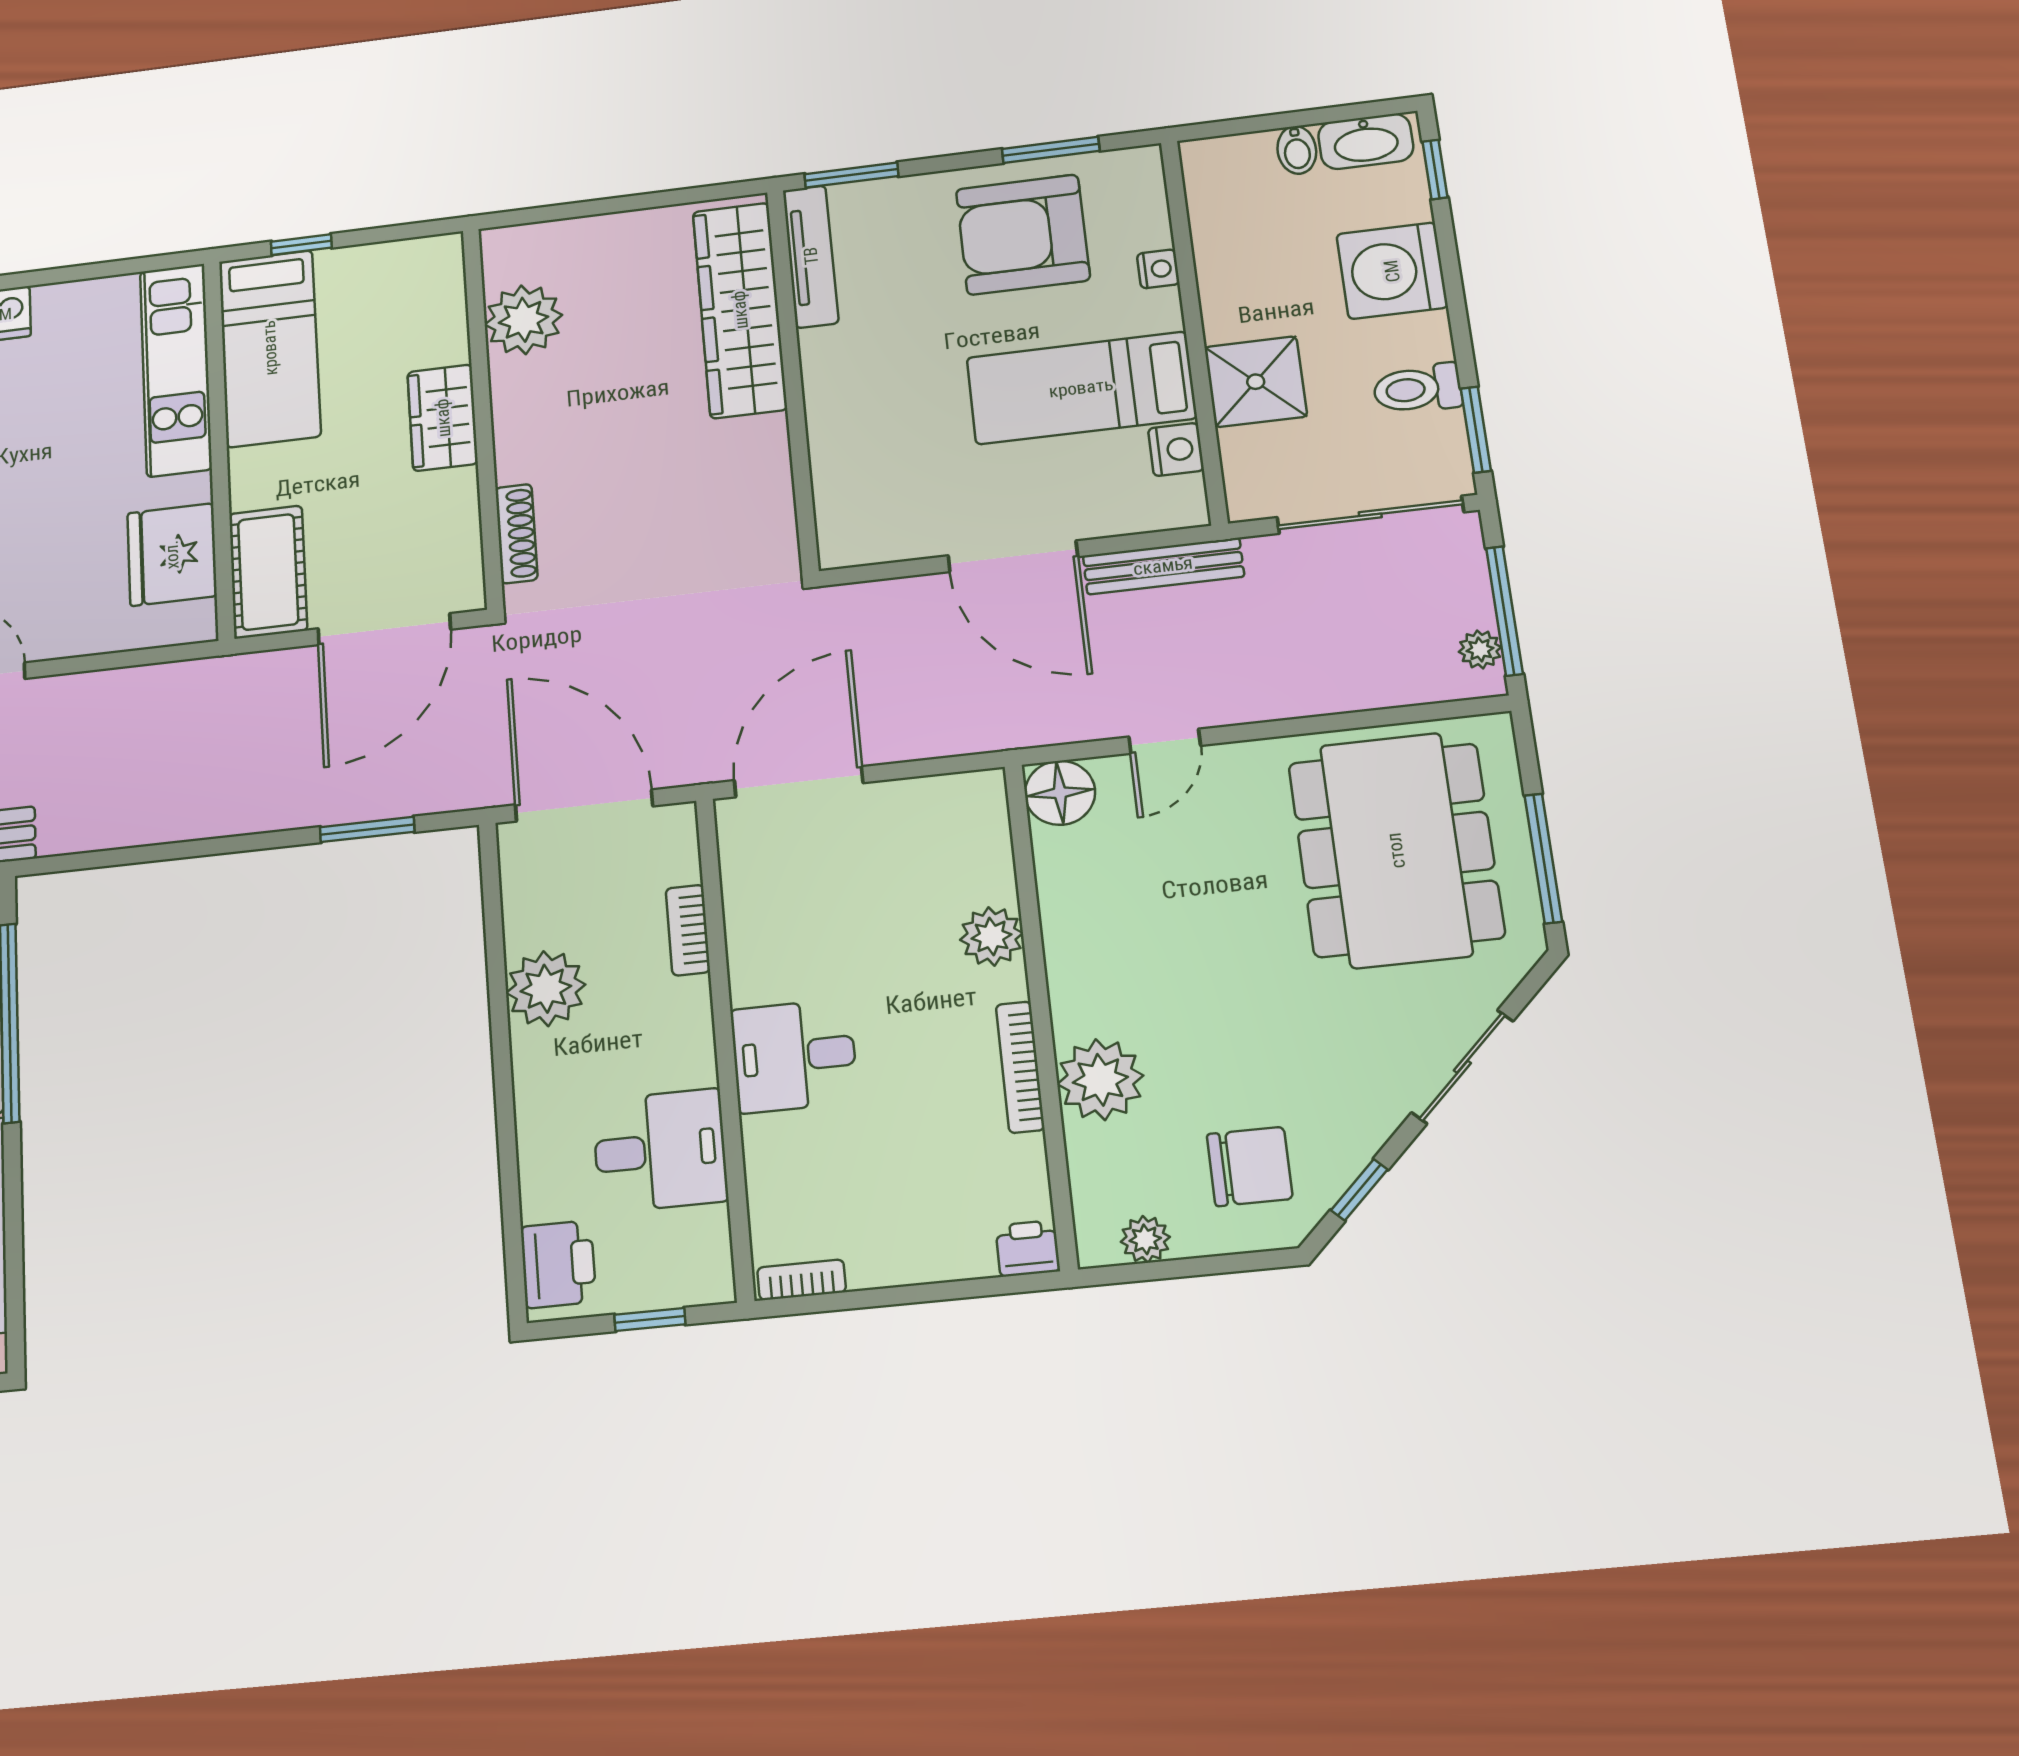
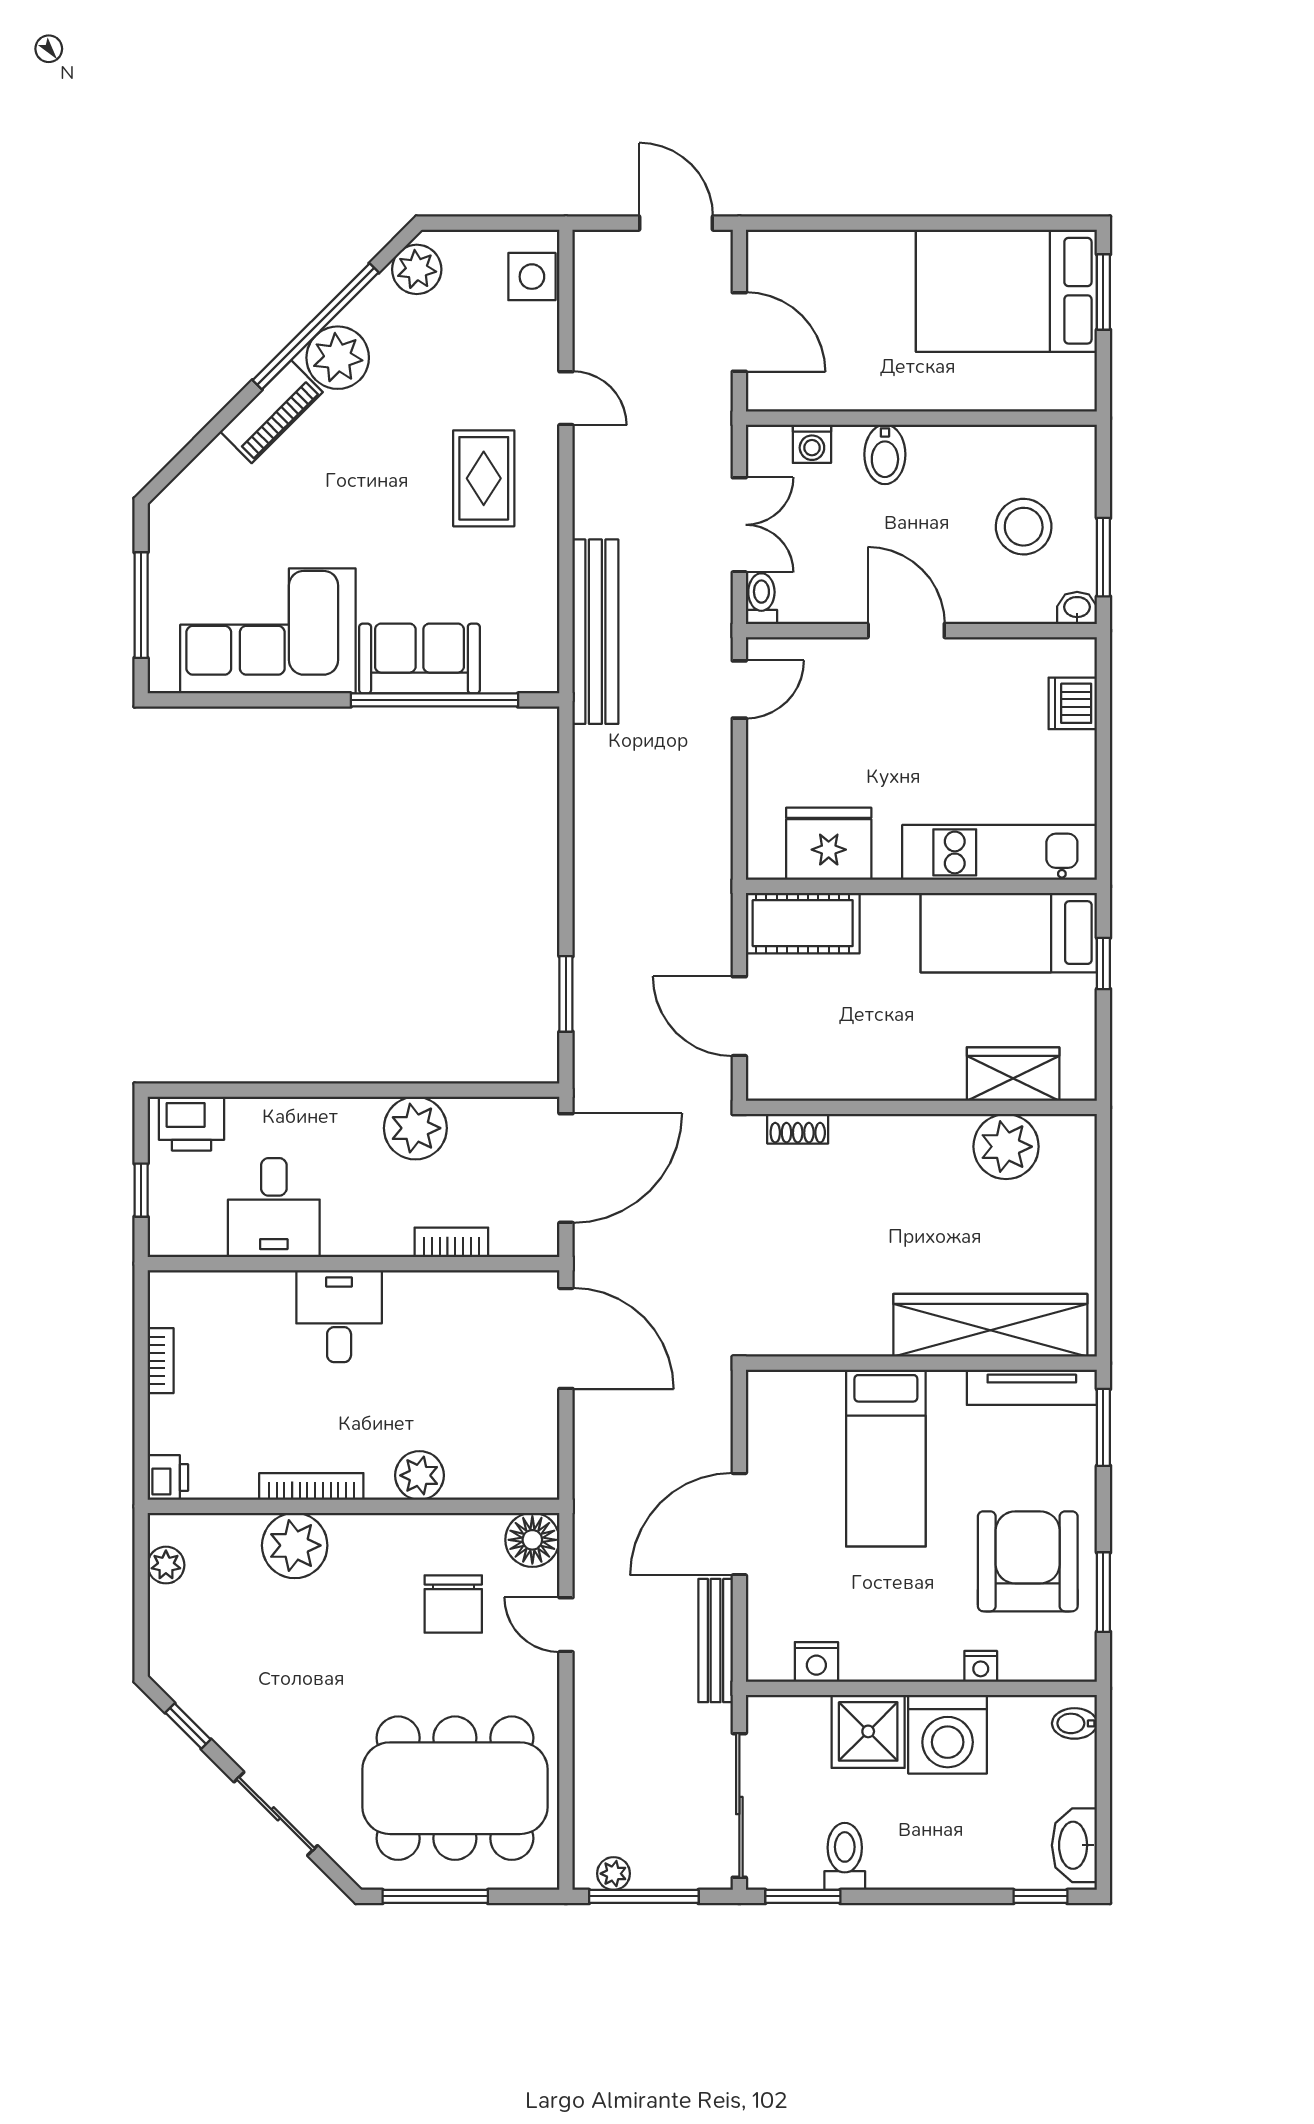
bidet: (1297, 150) -> (1074, 1723), moved
washing machine: (1392, 271) -> (948, 1734), moved, turned 180
bed: (1081, 388) -> (886, 1458), moved, turned 180
wardrobe: (443, 418) -> (1013, 1074), moved
shoe rack: (516, 534) -> (798, 1129), width x0.70
door: (384, 629) -> (739, 1016), width x0.73
chair: (1250, 1166) -> (453, 1604), moved
bookcase: (802, 1280) -> (161, 1361), moved

